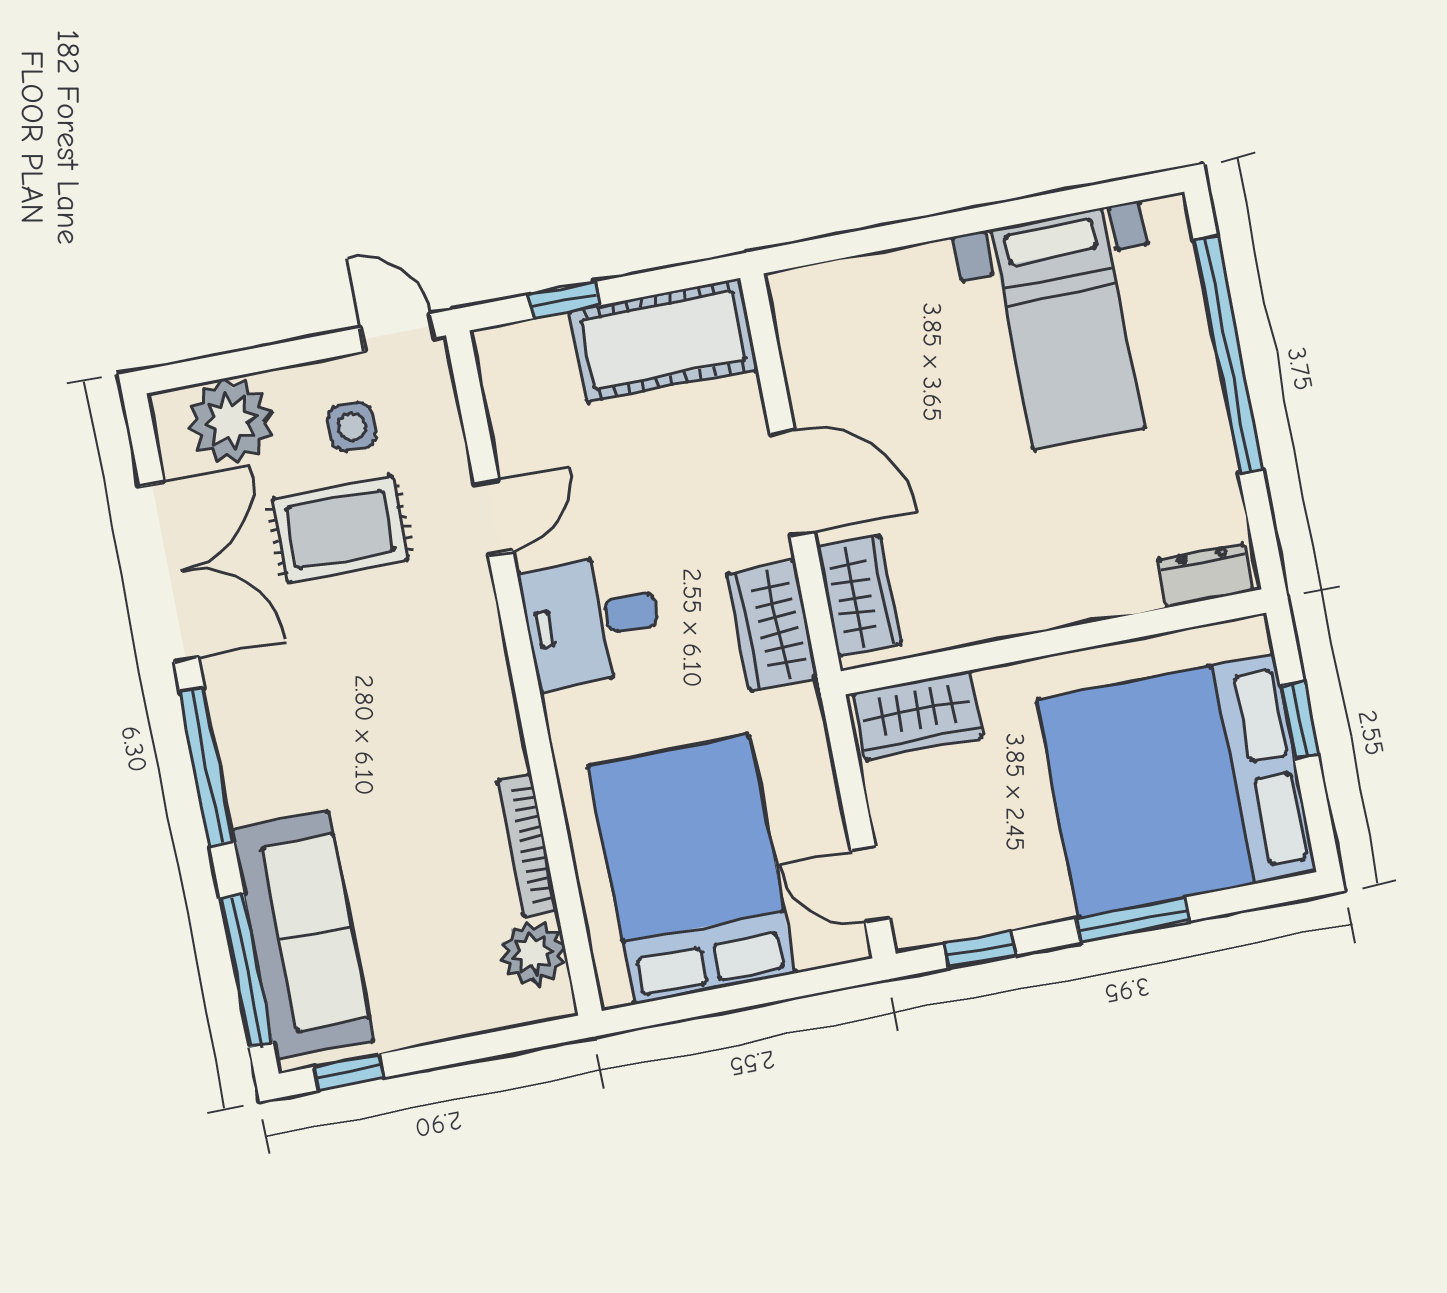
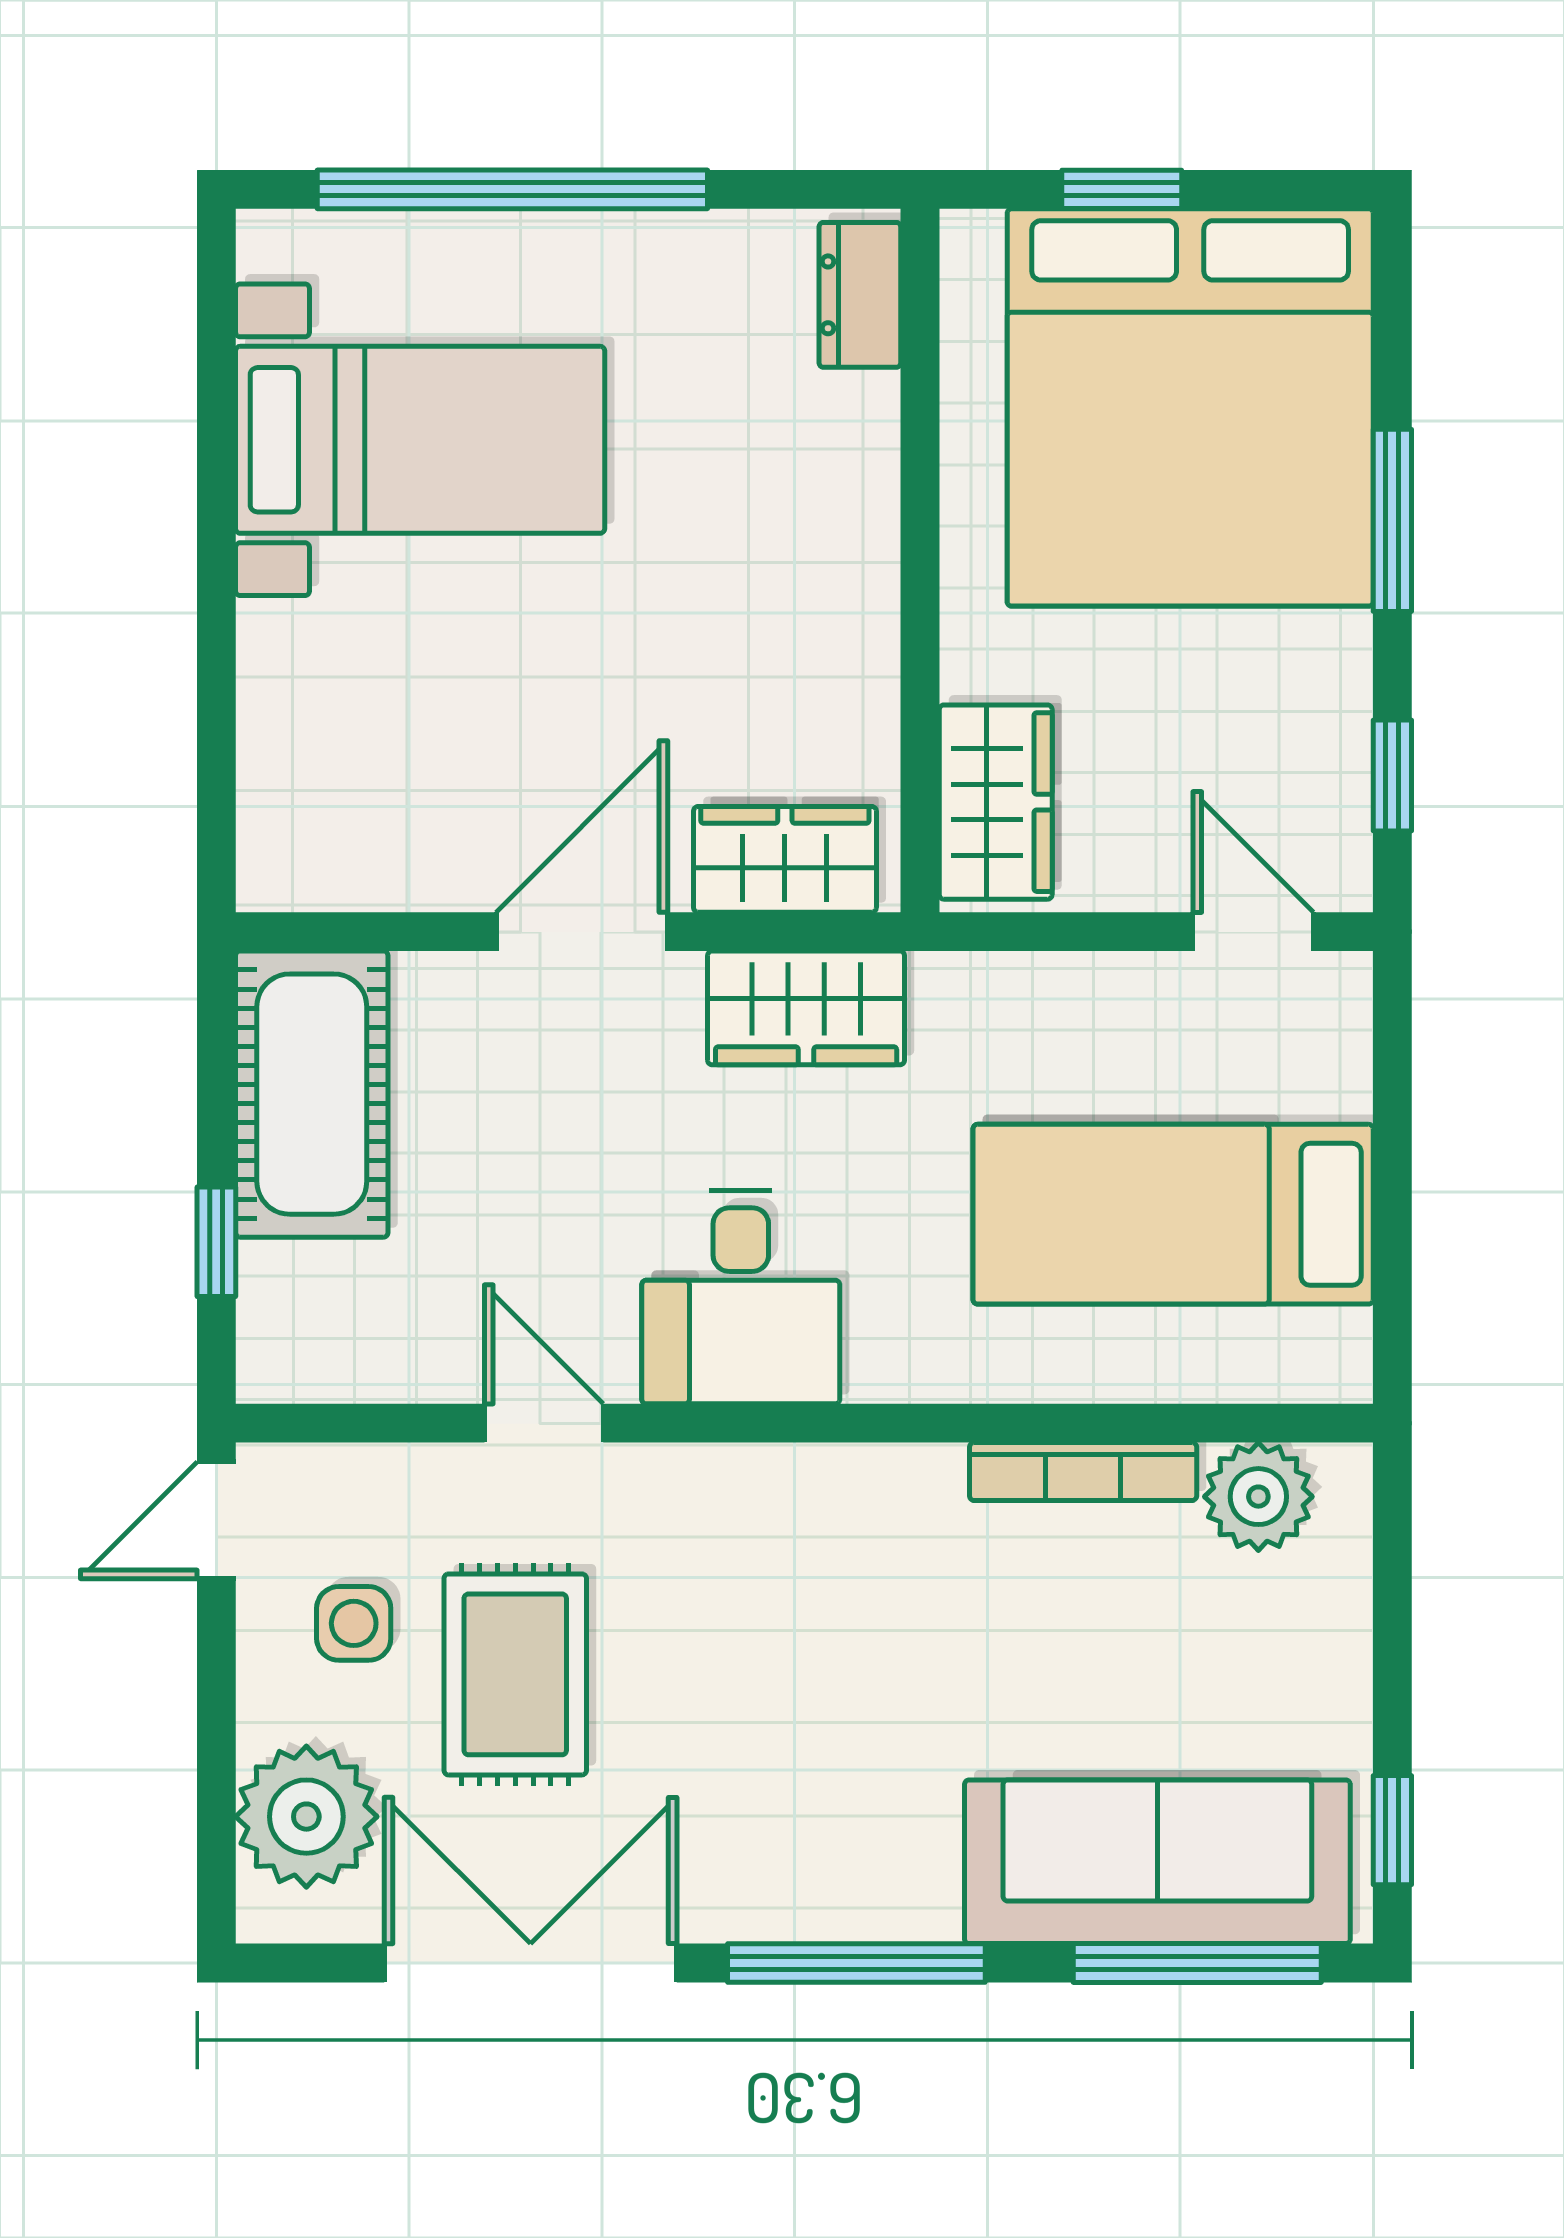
bed: (692, 869) -> (1173, 1214), width x0.67
door: (870, 884) -> (1253, 932), swing flipped

